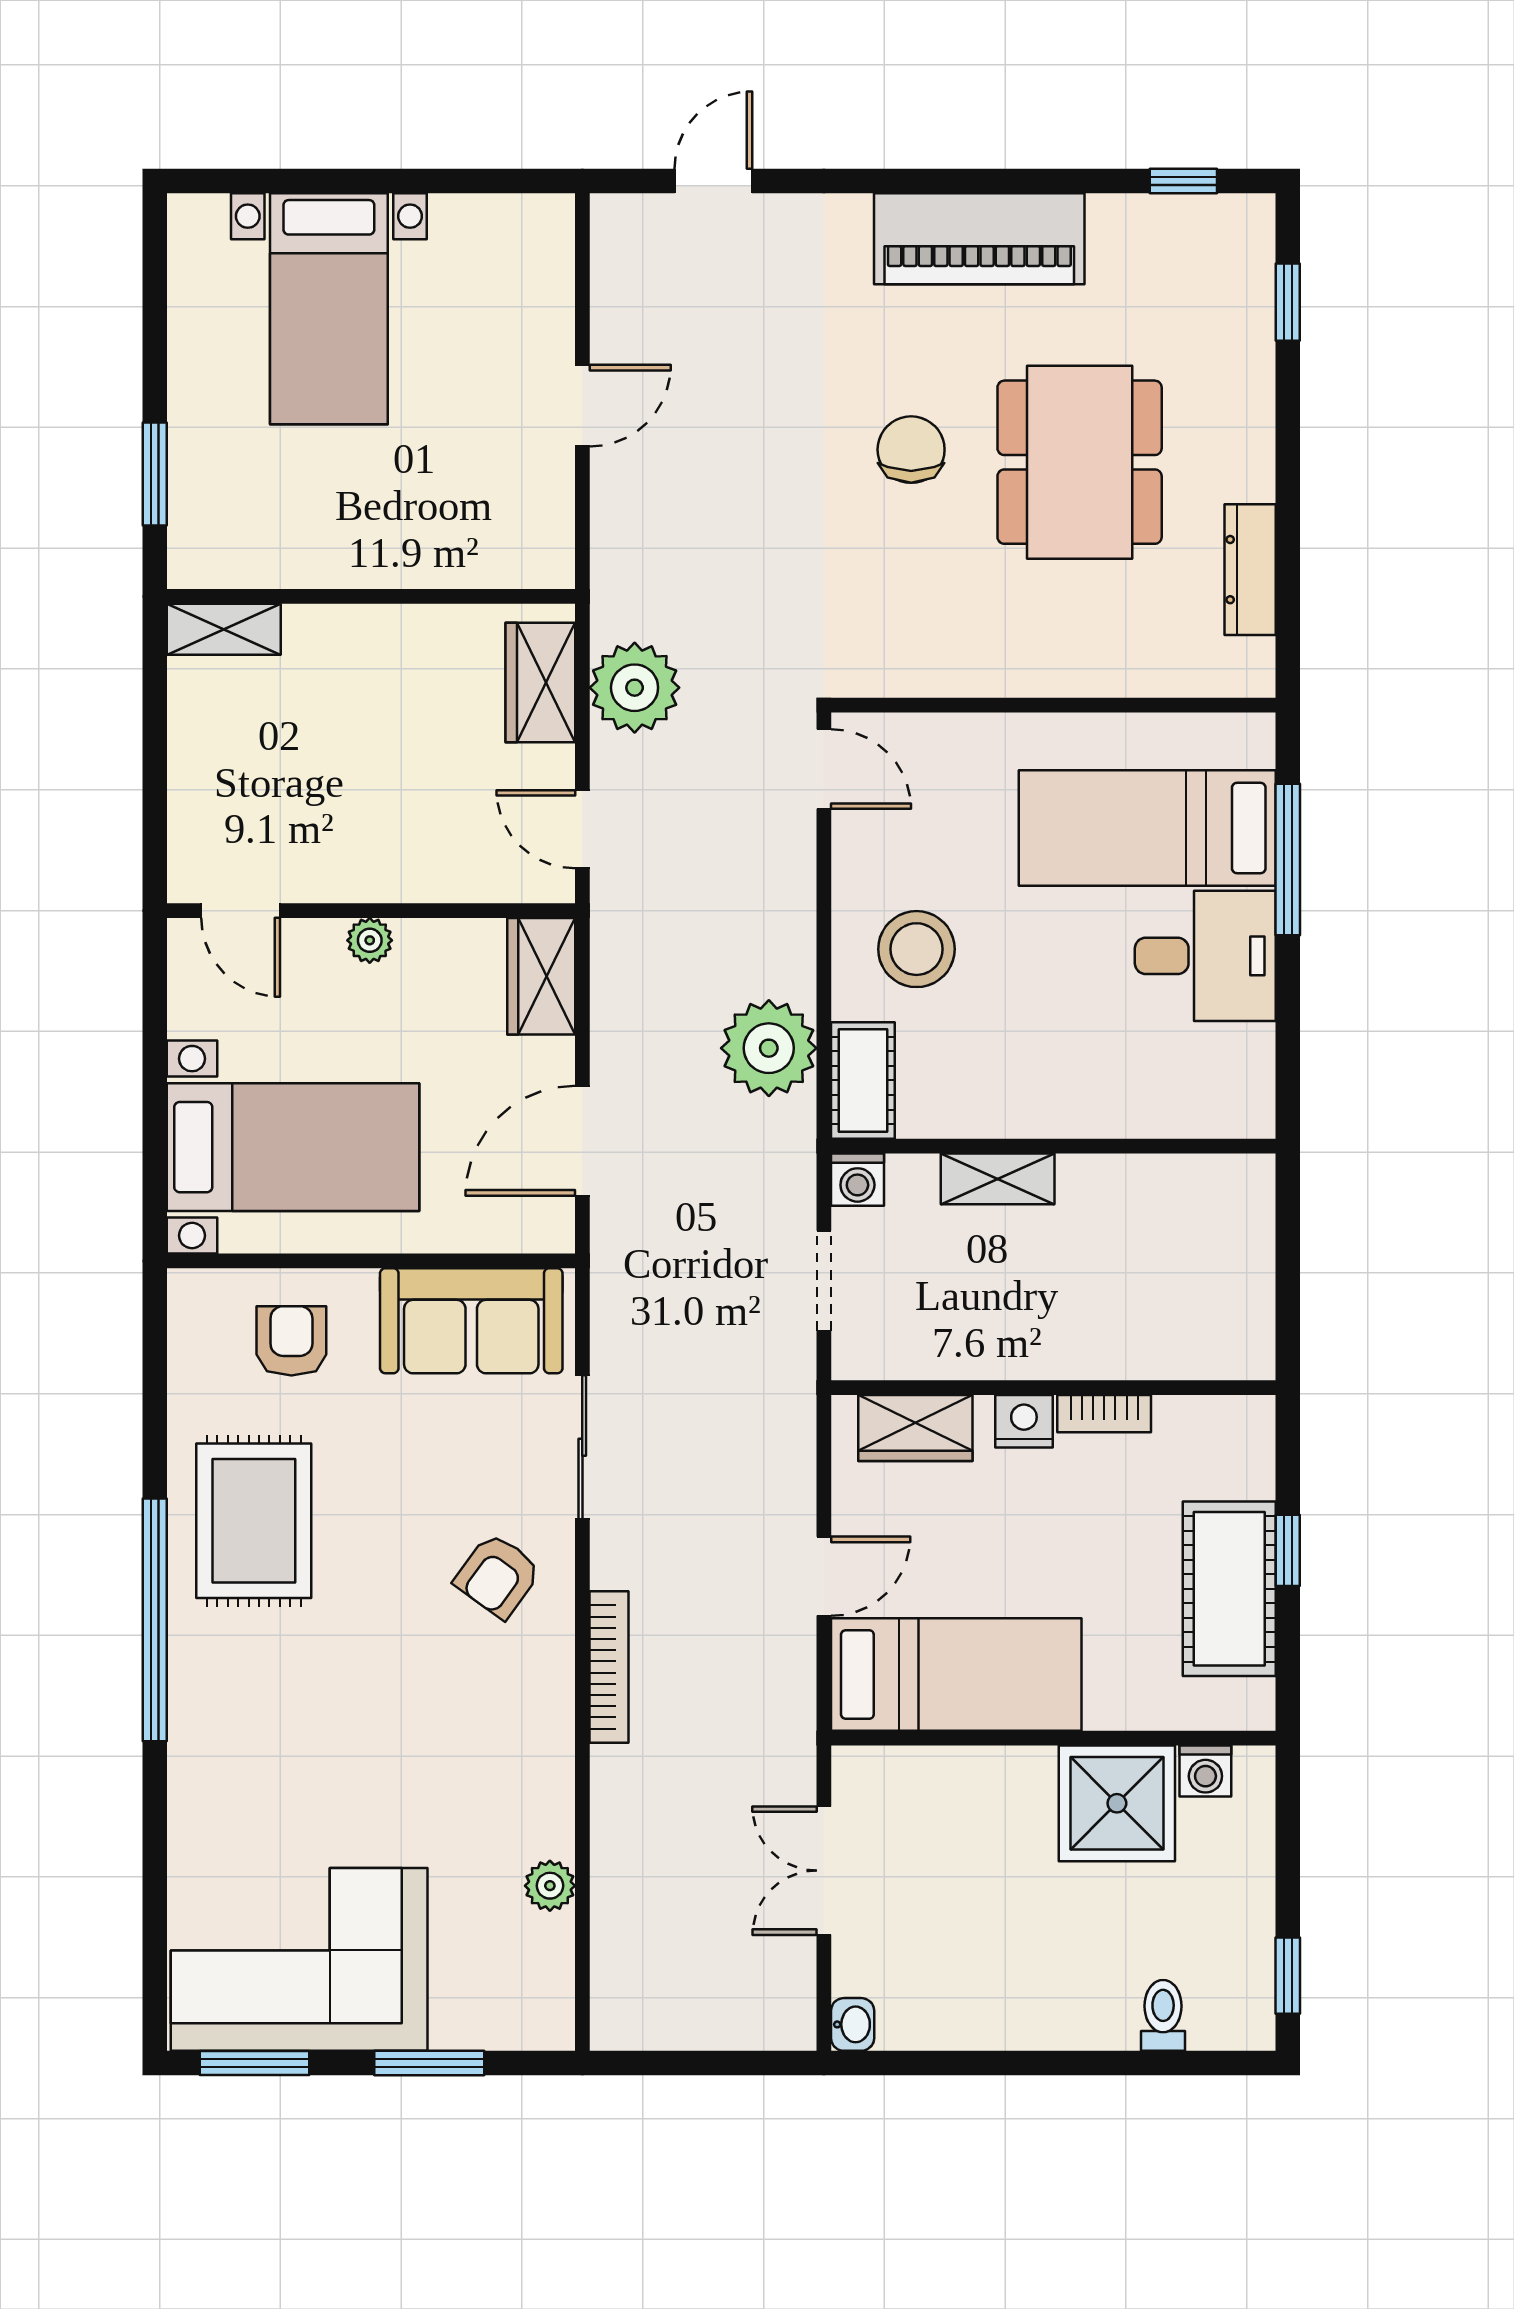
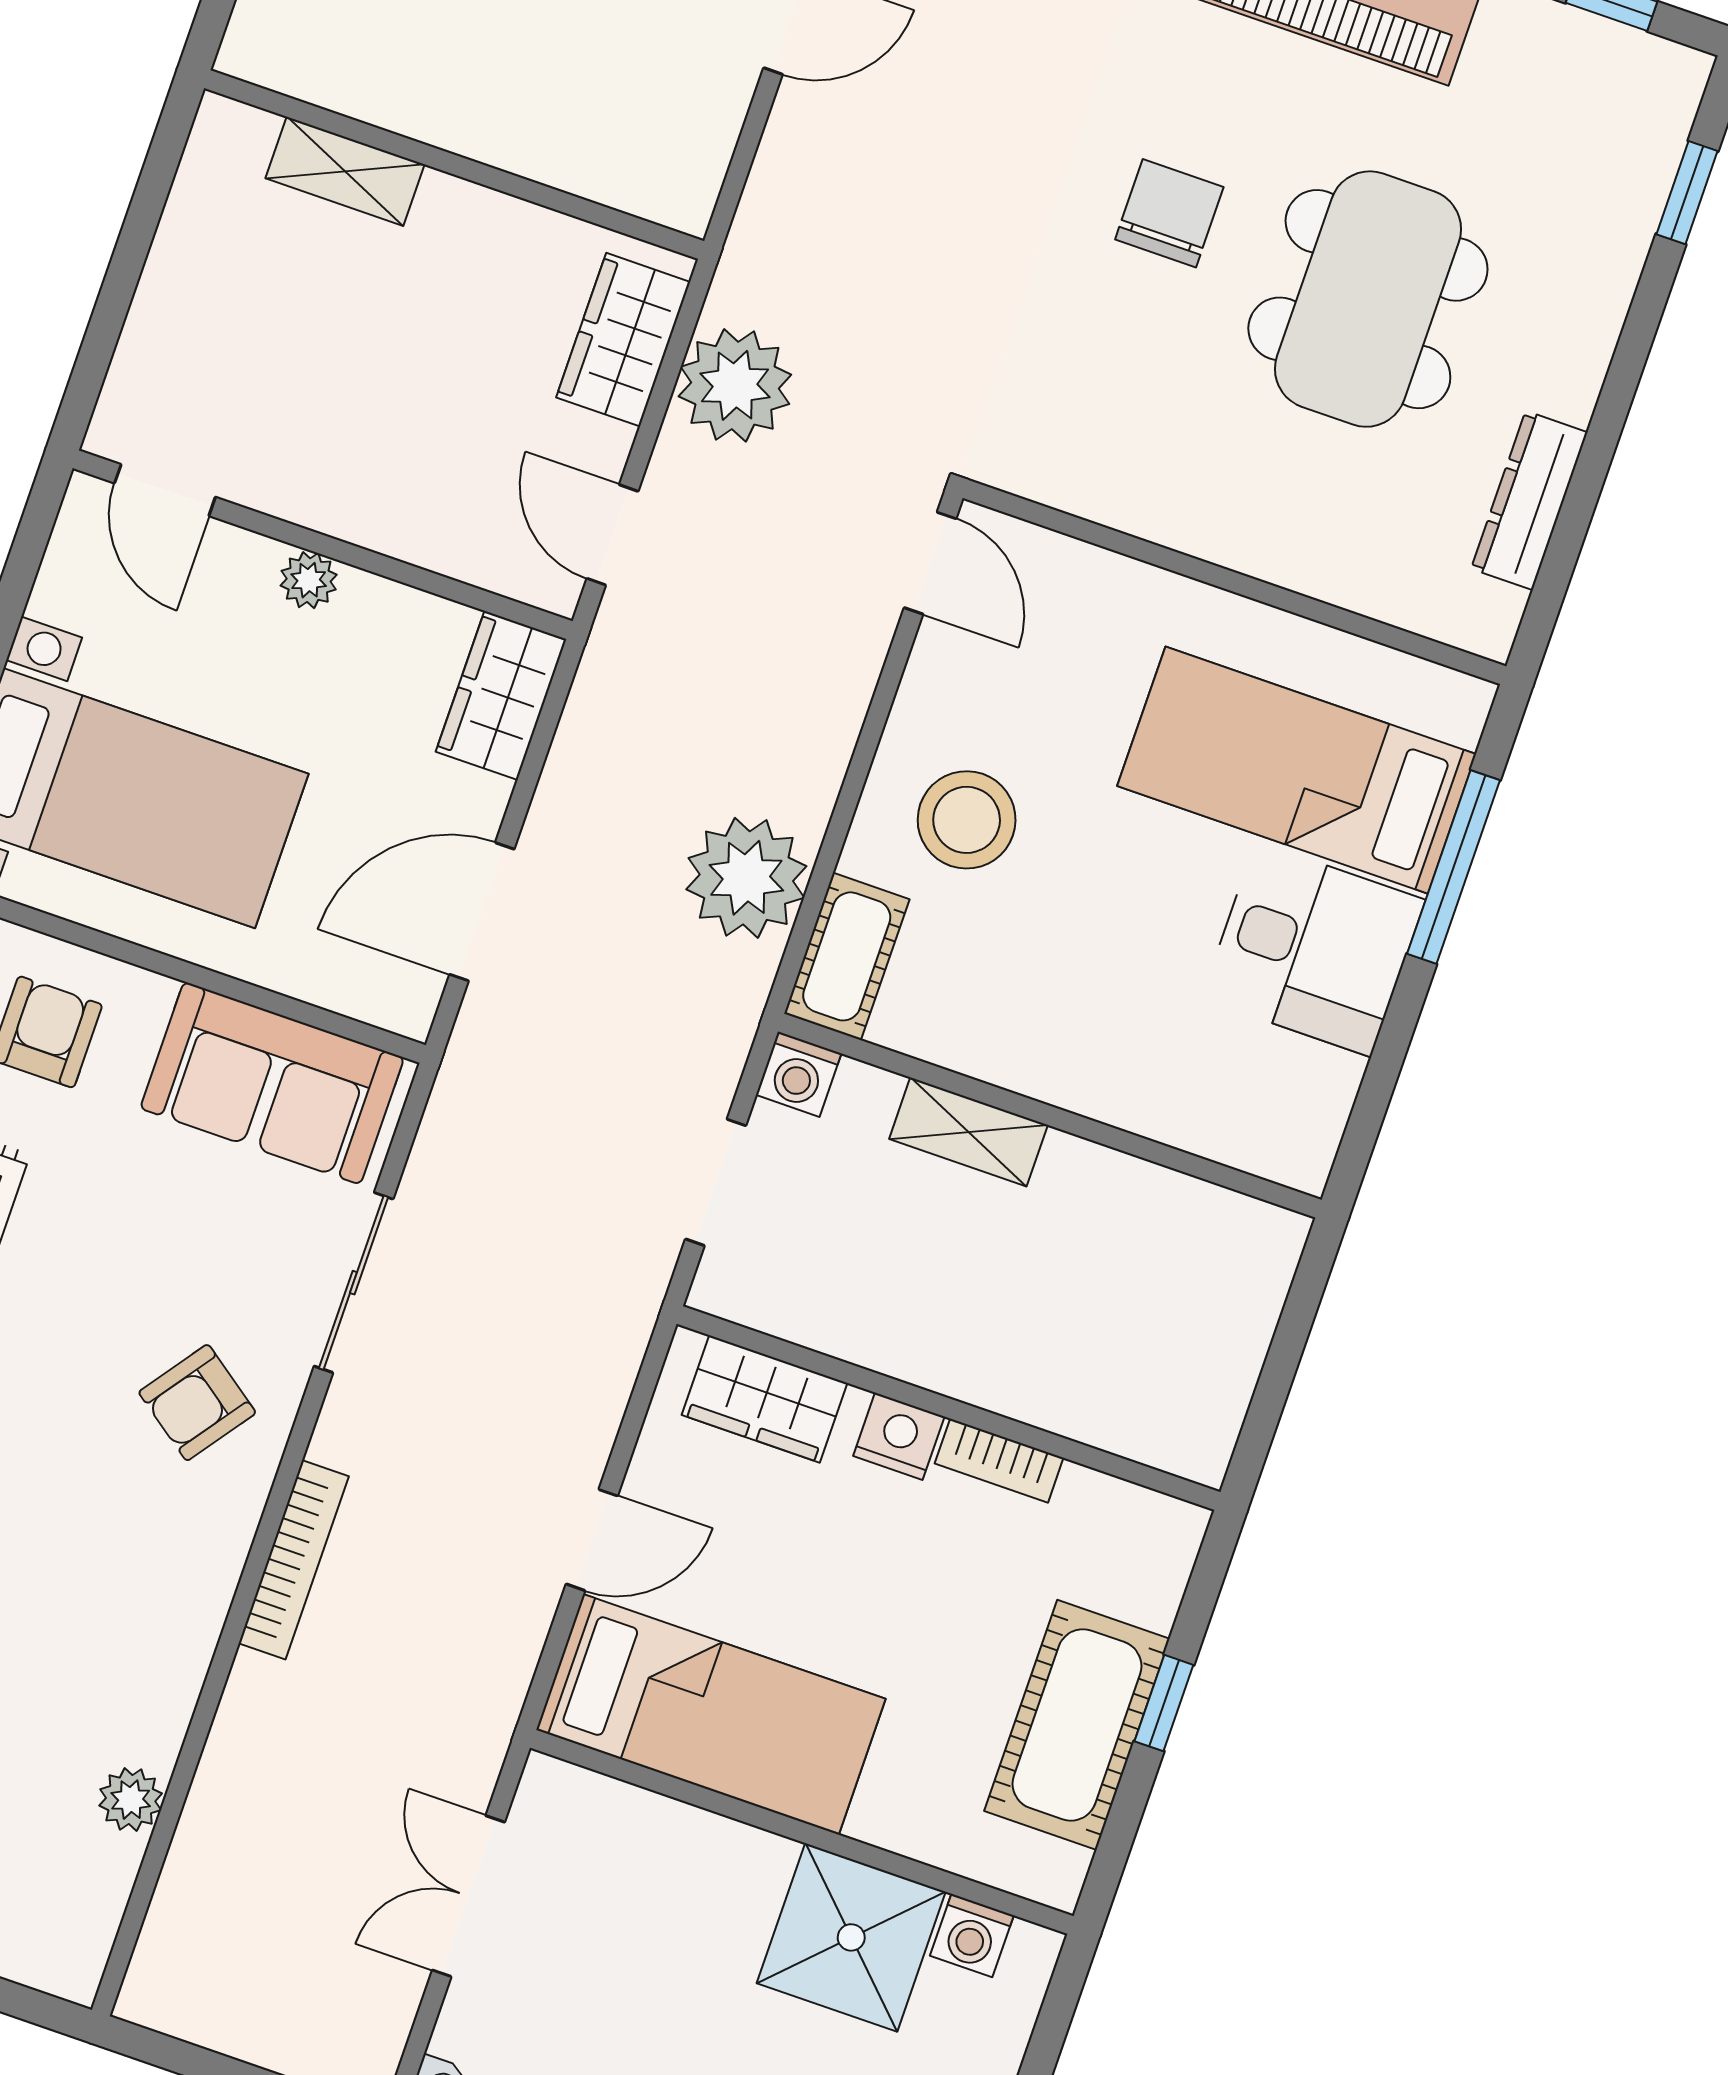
shelving: (224, 629) -> (345, 171), moved

